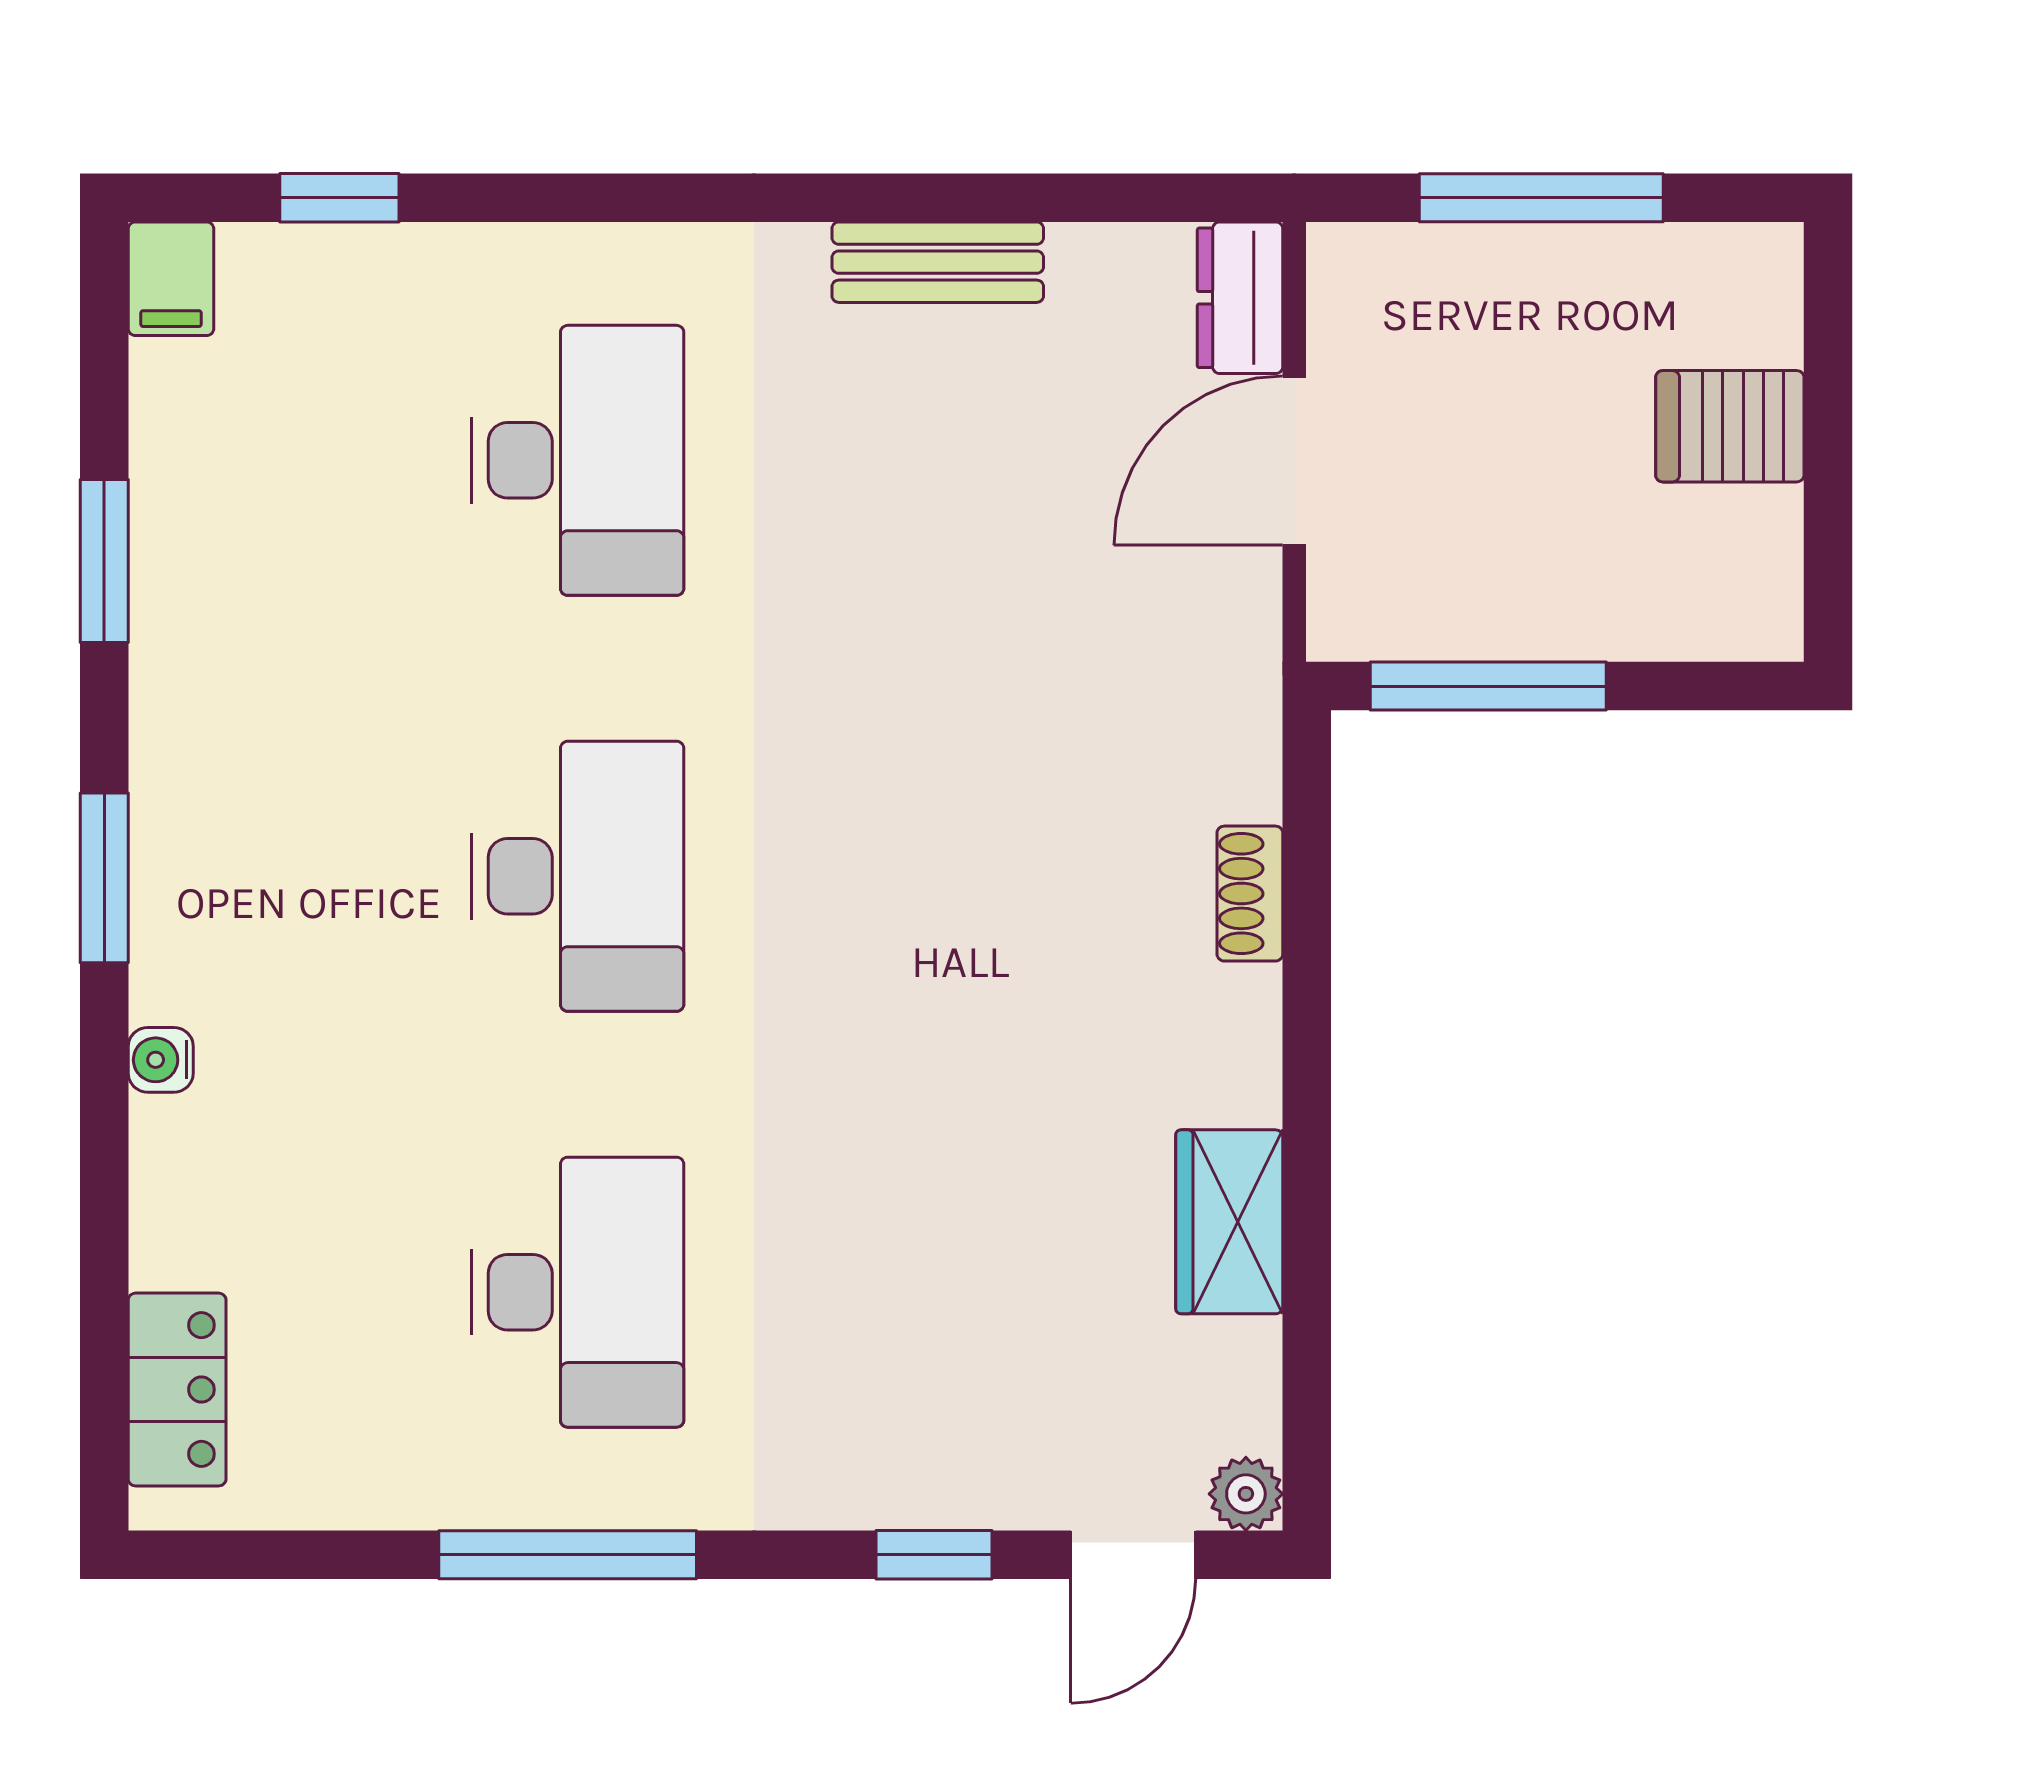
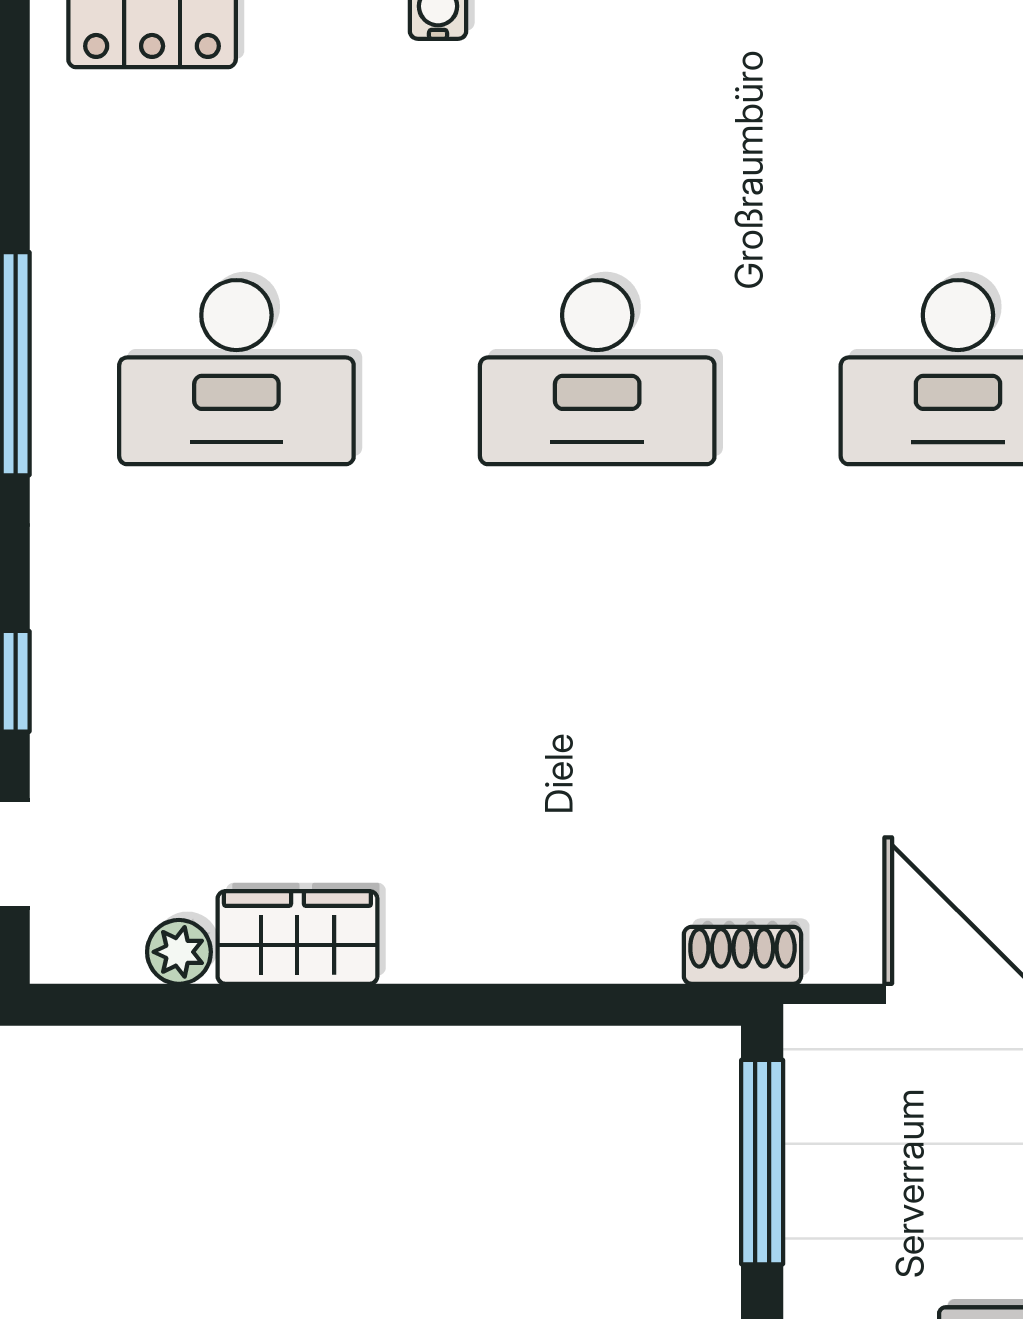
shoe rack: (1250, 894) -> (742, 955), moved
plant: (1246, 1494) -> (179, 952), moved

